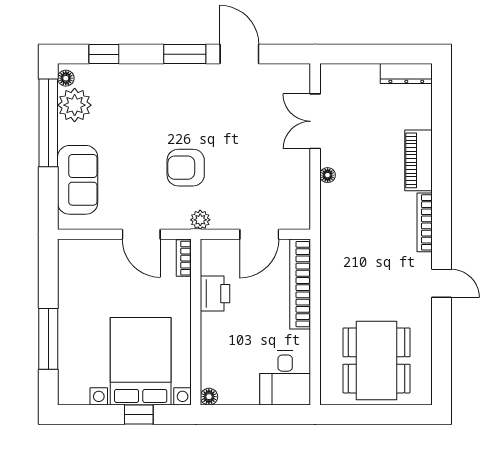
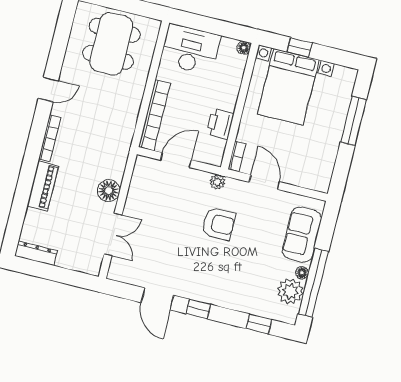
window: (185, 54) -> (198, 309), width x0.67
floor lamp: (66, 78) -> (302, 273), moved
floor lamp: (328, 175) -> (109, 191), width x1.89, depth x1.89
door: (442, 283) -> (48, 90), swing flipped
desk: (285, 378) -> (190, 49), width x1.37

